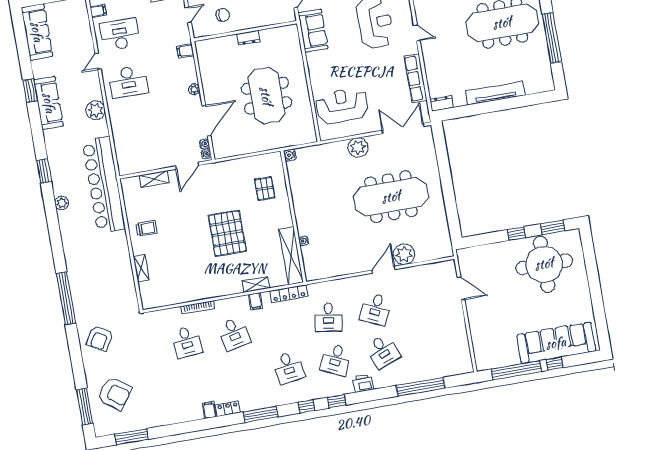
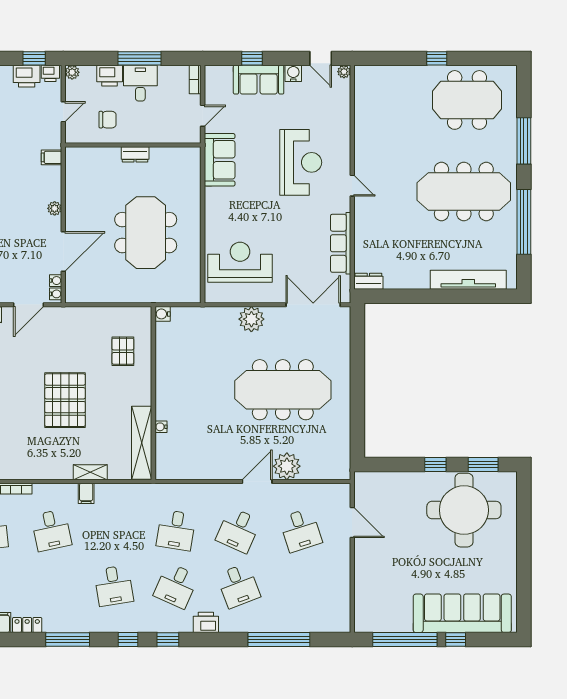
tv unit: (495, 93) -> (468, 280), moved
locker: (289, 294) -> (131, 491), removed
desk: (423, 301) -> (301, 530), added

